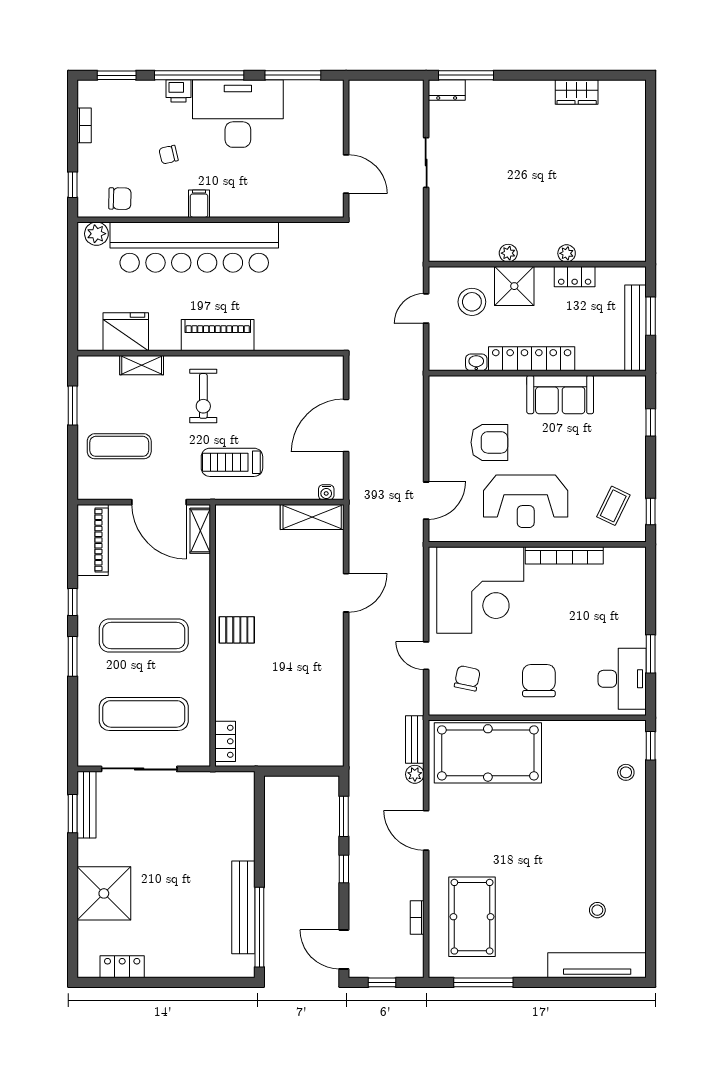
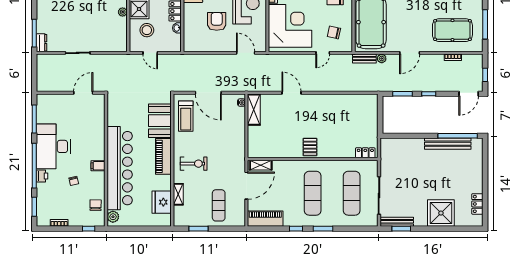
booth: (290, 328) -> (160, 121), added
treadmill: (232, 462) -> (186, 116), moved

